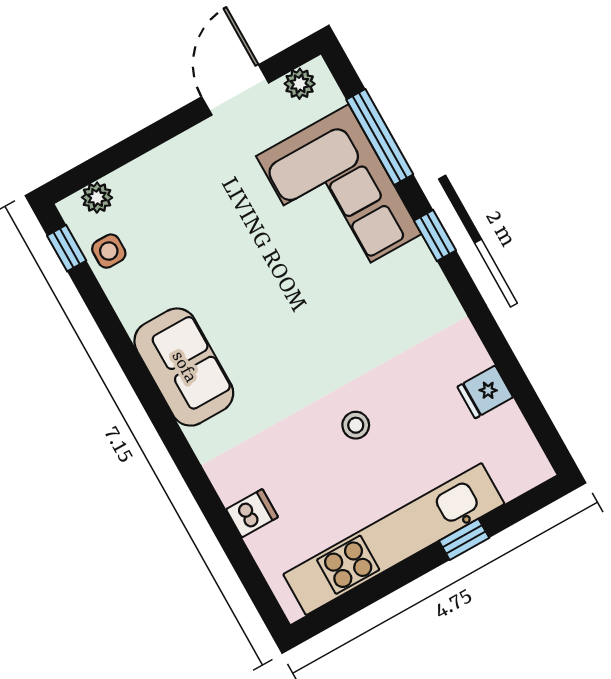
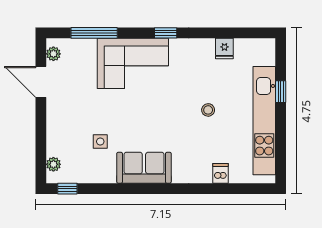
corner sofa: (339, 195) -> (133, 63), moved
window: (435, 236) -> (166, 33), moved
side table: (109, 251) -> (100, 141), moved

